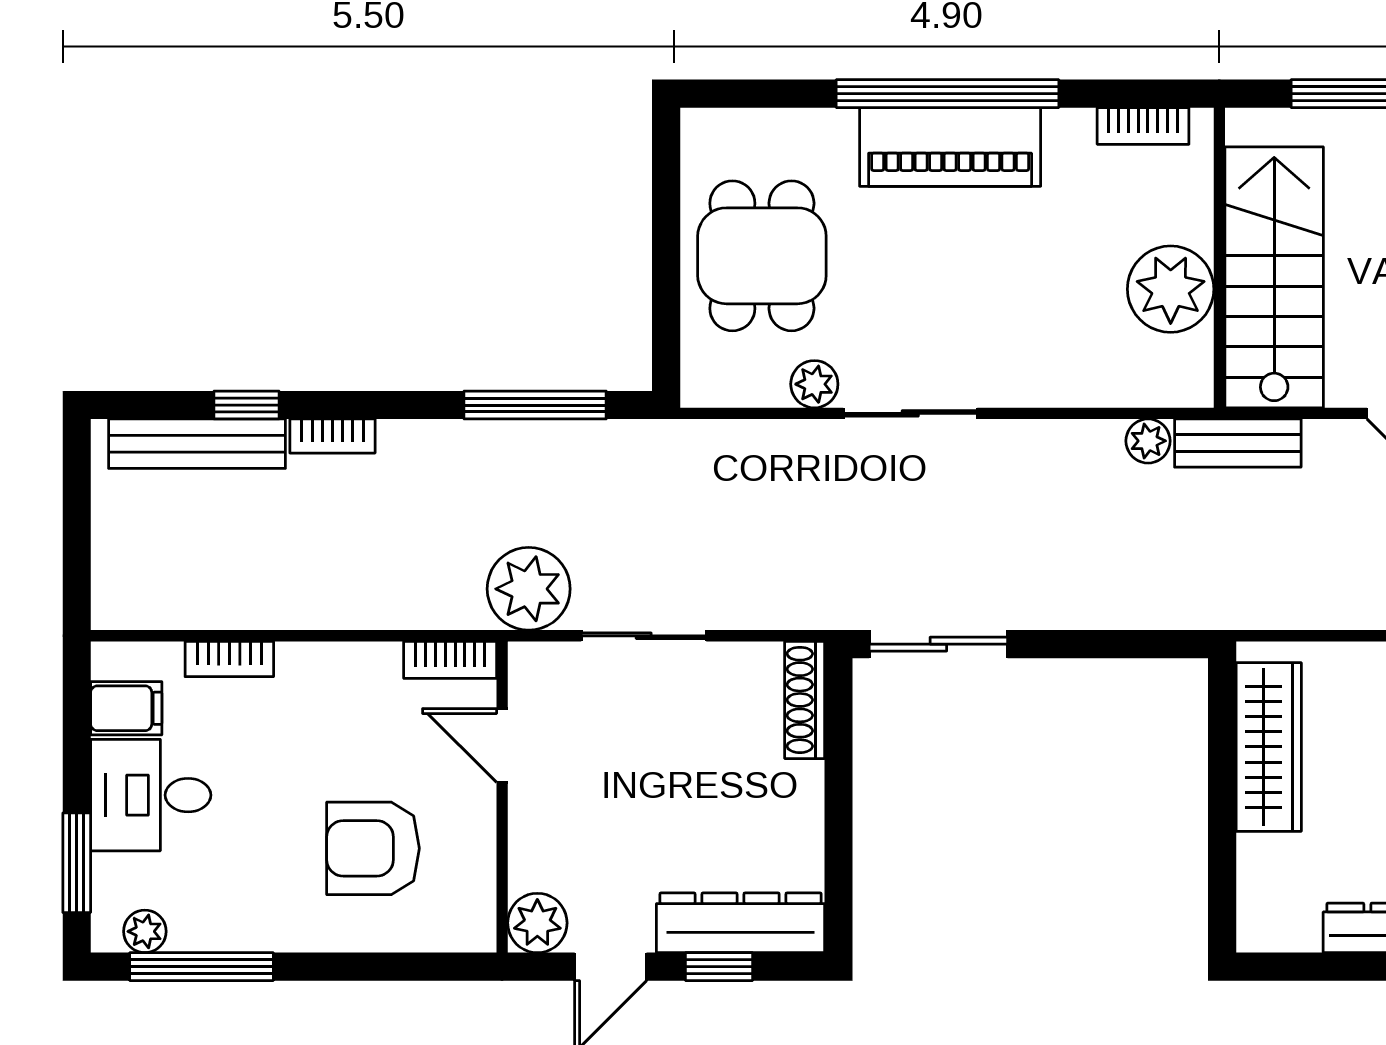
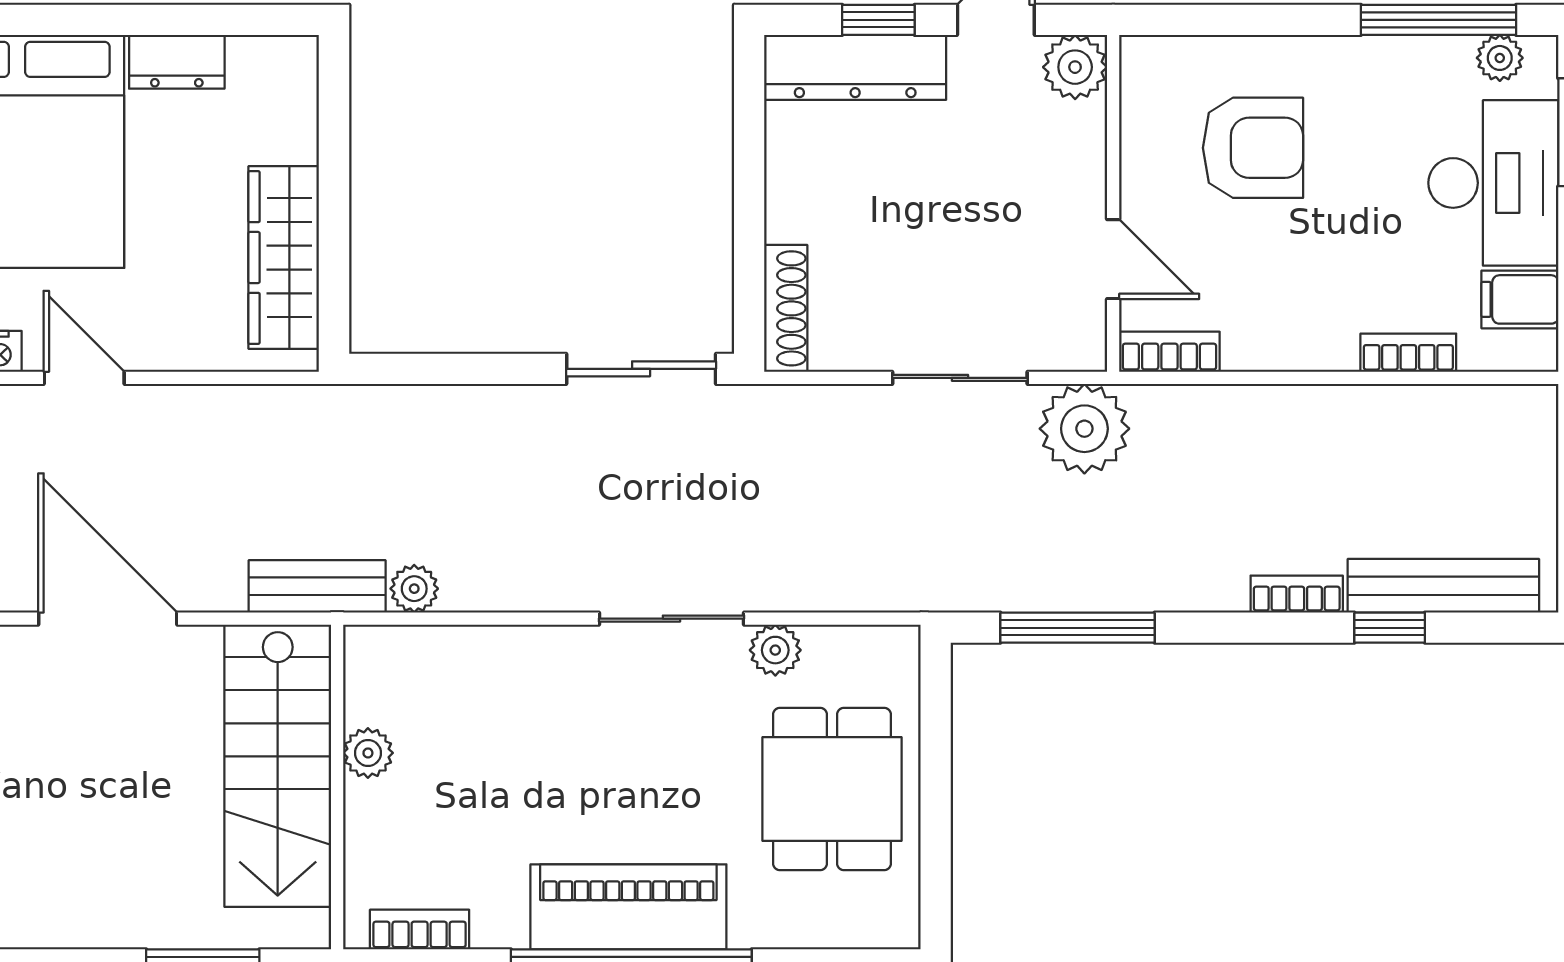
plant: (1171, 289) -> (368, 753), width x0.53, depth x0.53
desk: (151, 795) -> (1493, 183), width x1.37

